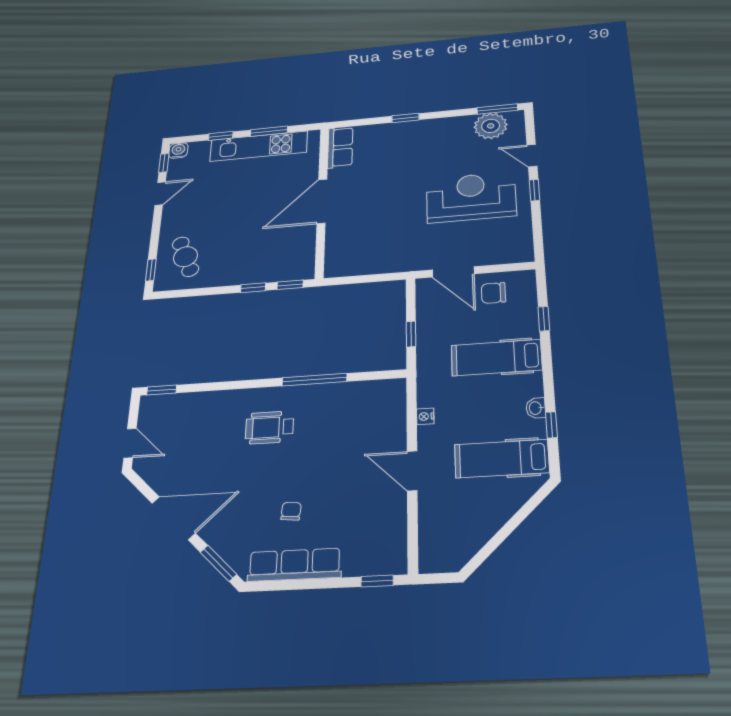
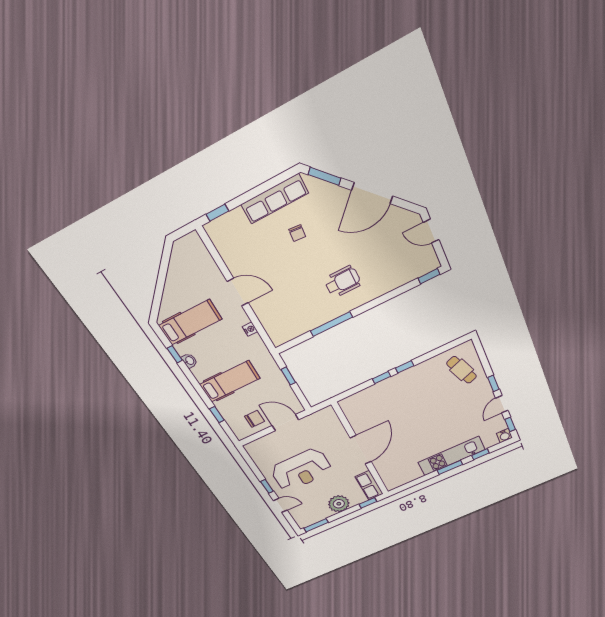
plant: (491, 126) -> (339, 504), moved
row of seats: (340, 147) -> (369, 485), moved
door: (322, 201) -> (361, 450), moved
wall: (322, 201) -> (361, 450), moved
window: (151, 270) -> (493, 383), moved

